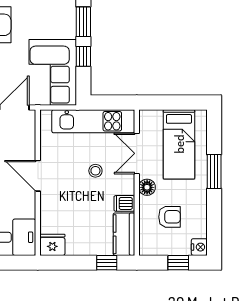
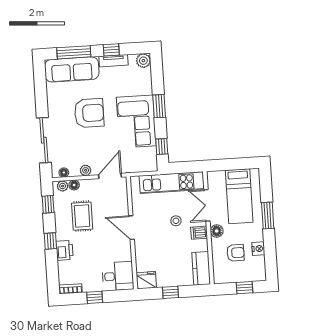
window: (83, 56) -> (162, 147), moved
corner sofa: (53, 72) -> (136, 122), moved
dishwasher: (124, 203) -> (199, 233), moved
nightstand: (199, 247) -> (258, 249), moved
window: (107, 263) -> (171, 292), moved

